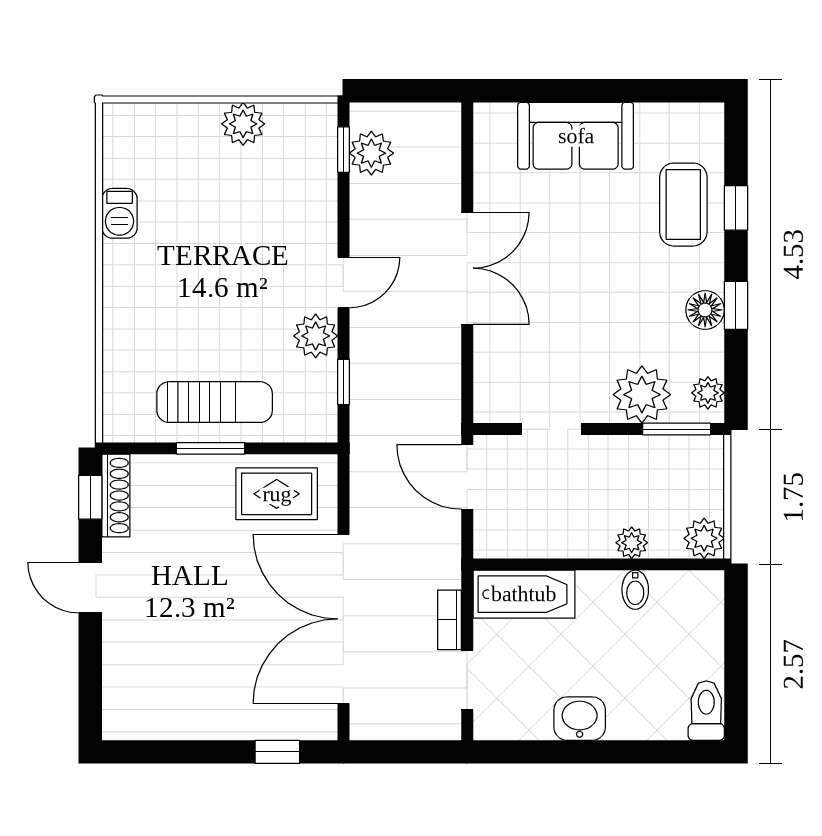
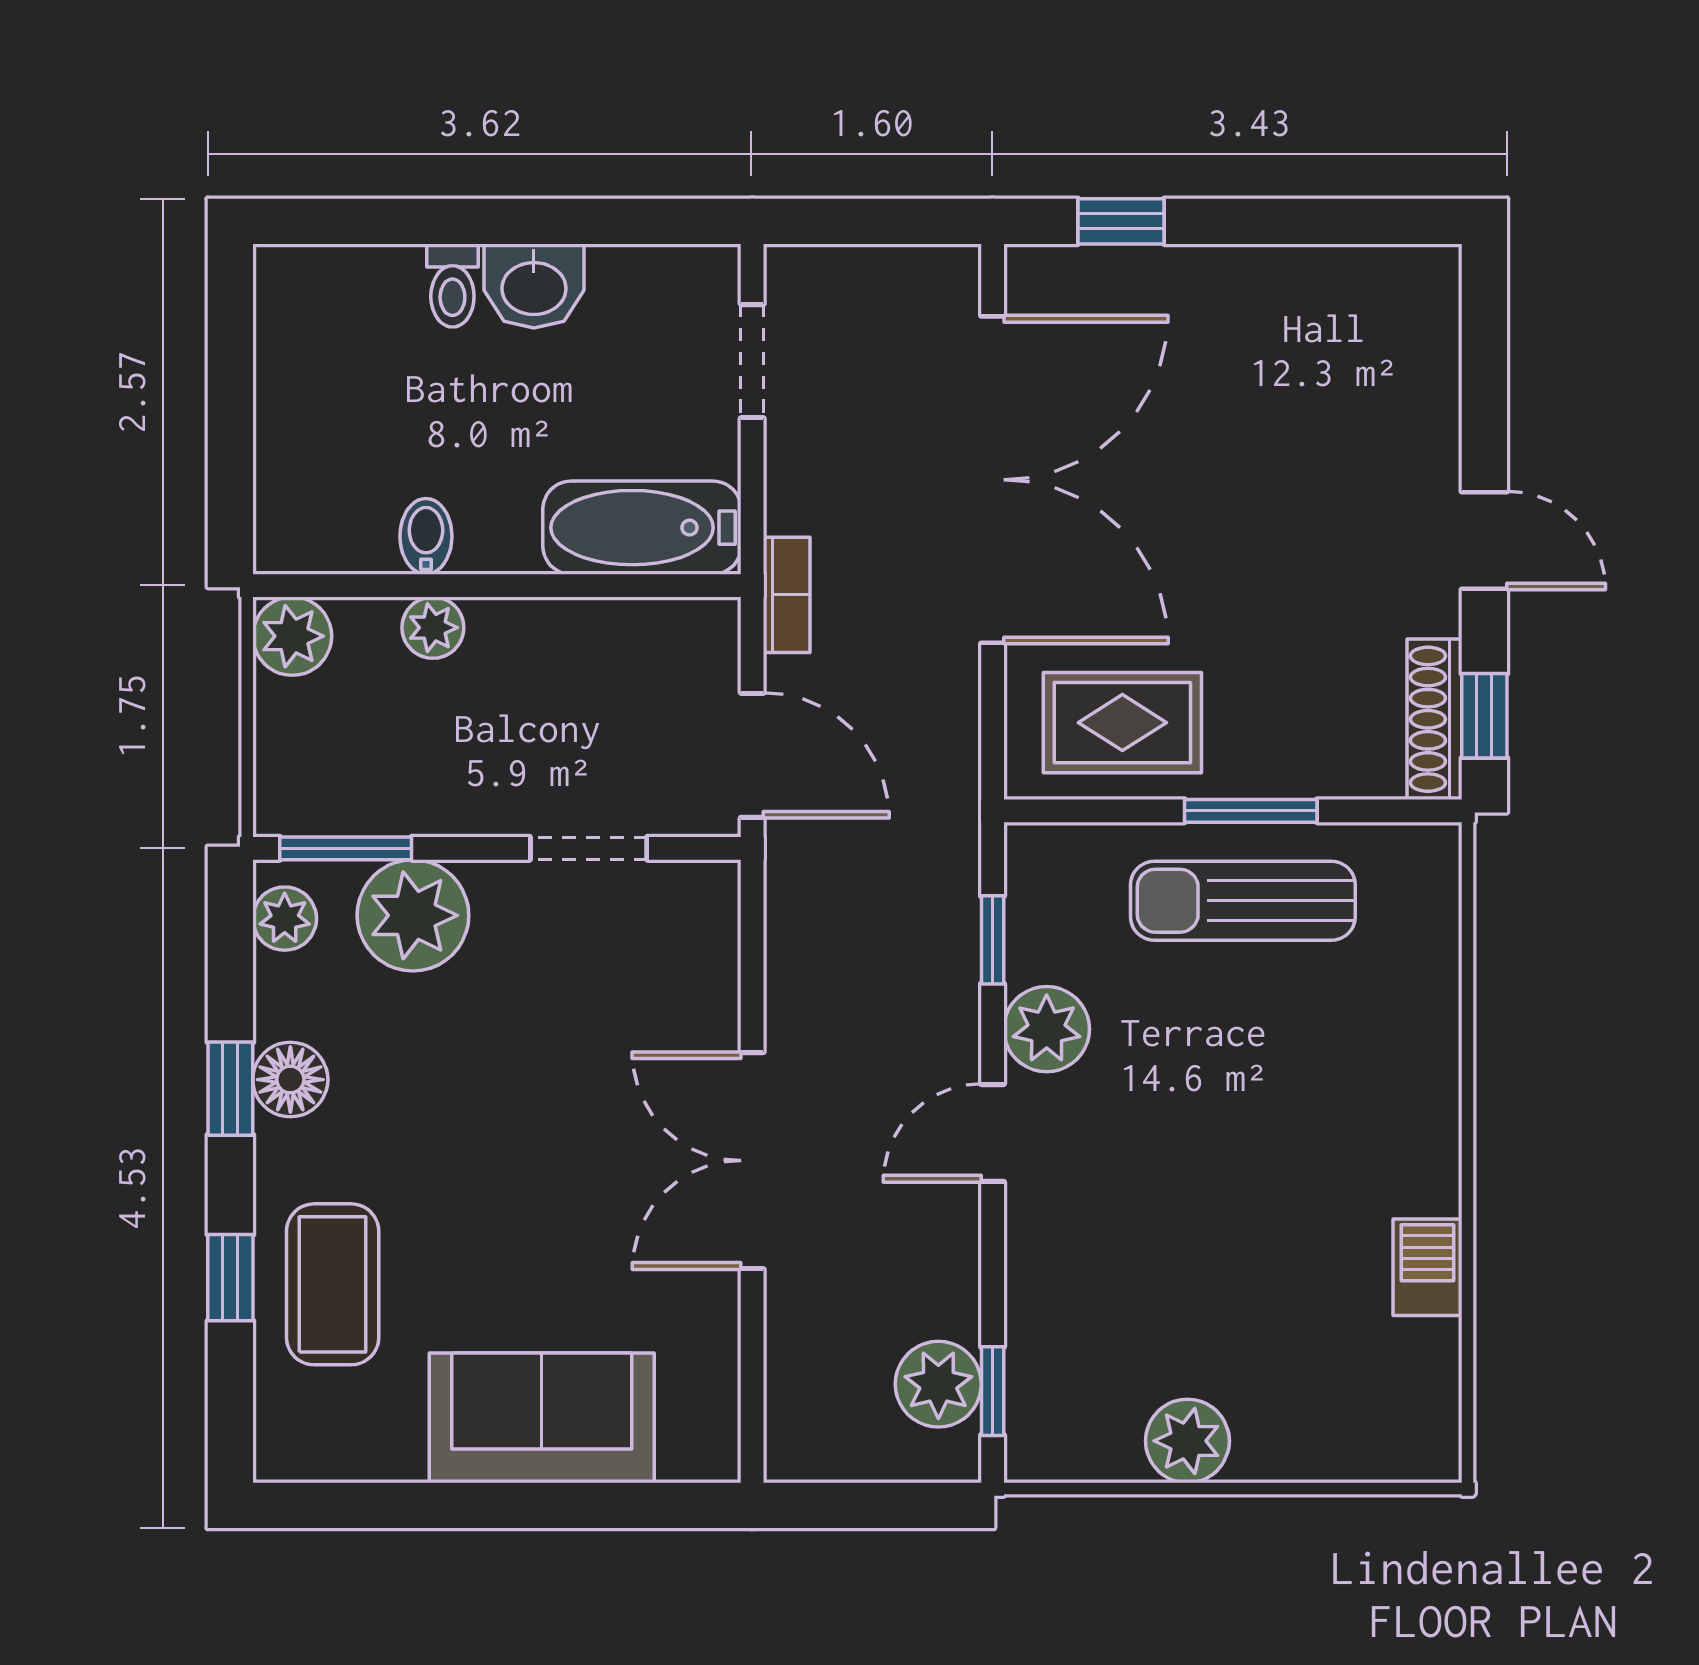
bookcase: (449, 620) -> (787, 595), moved
toilet: (706, 711) -> (452, 286), moved, width x0.73, depth x0.72

